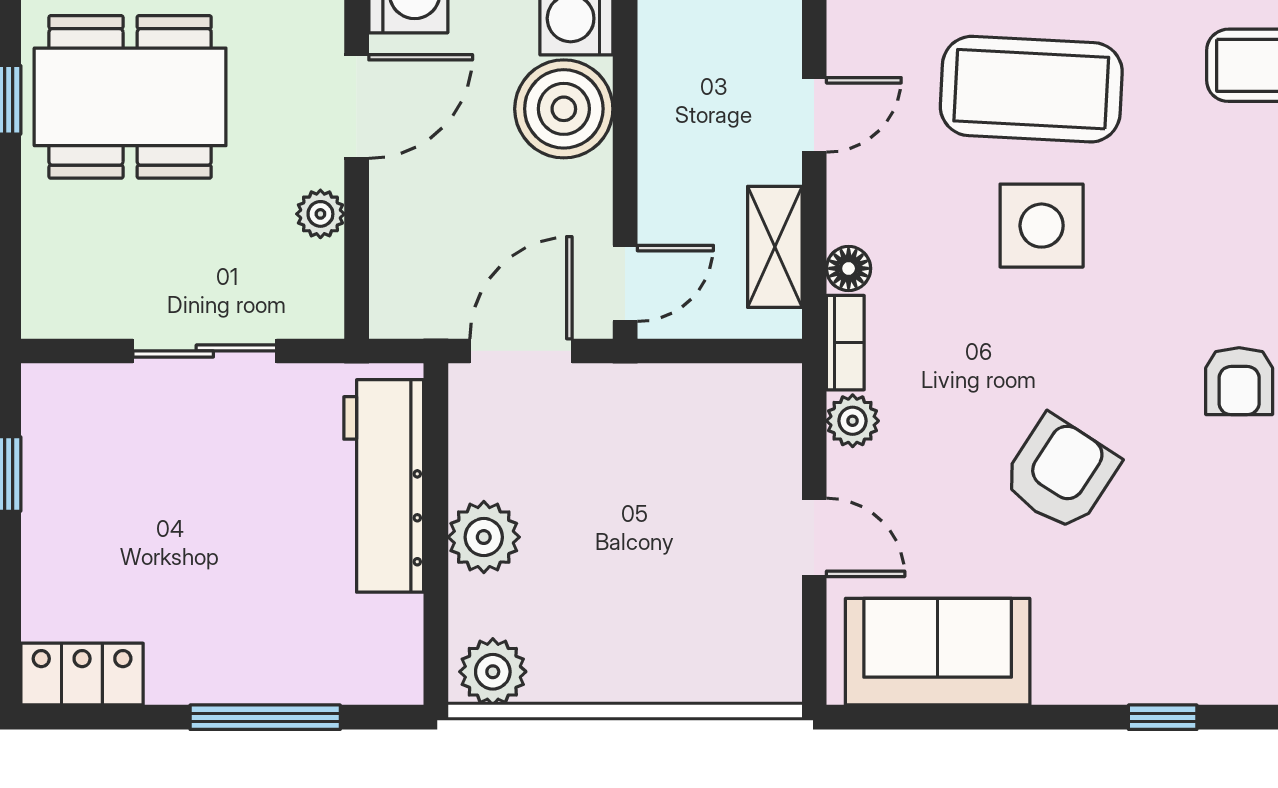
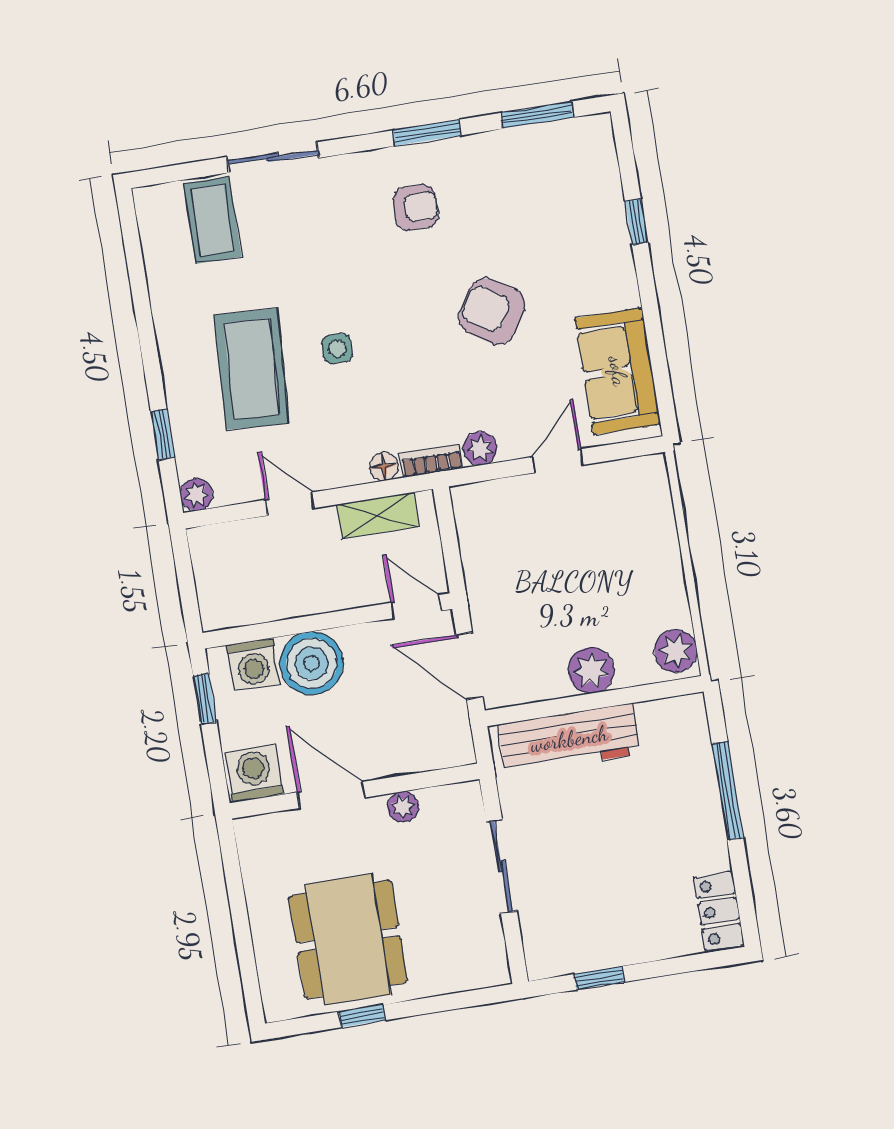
side table: (1042, 226) -> (337, 349), width x0.54, depth x0.54

